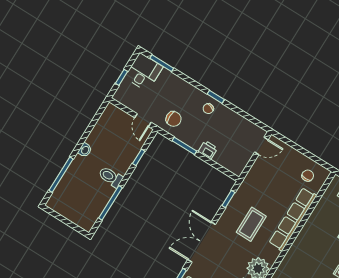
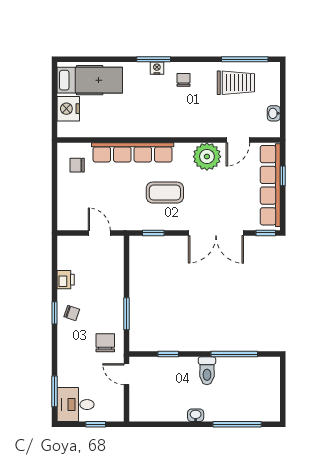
door: (143, 120) -> (126, 374), swing flipped
door: (261, 146) -> (99, 233), moved
printer: (208, 150) -> (66, 280), moved, turned 180

